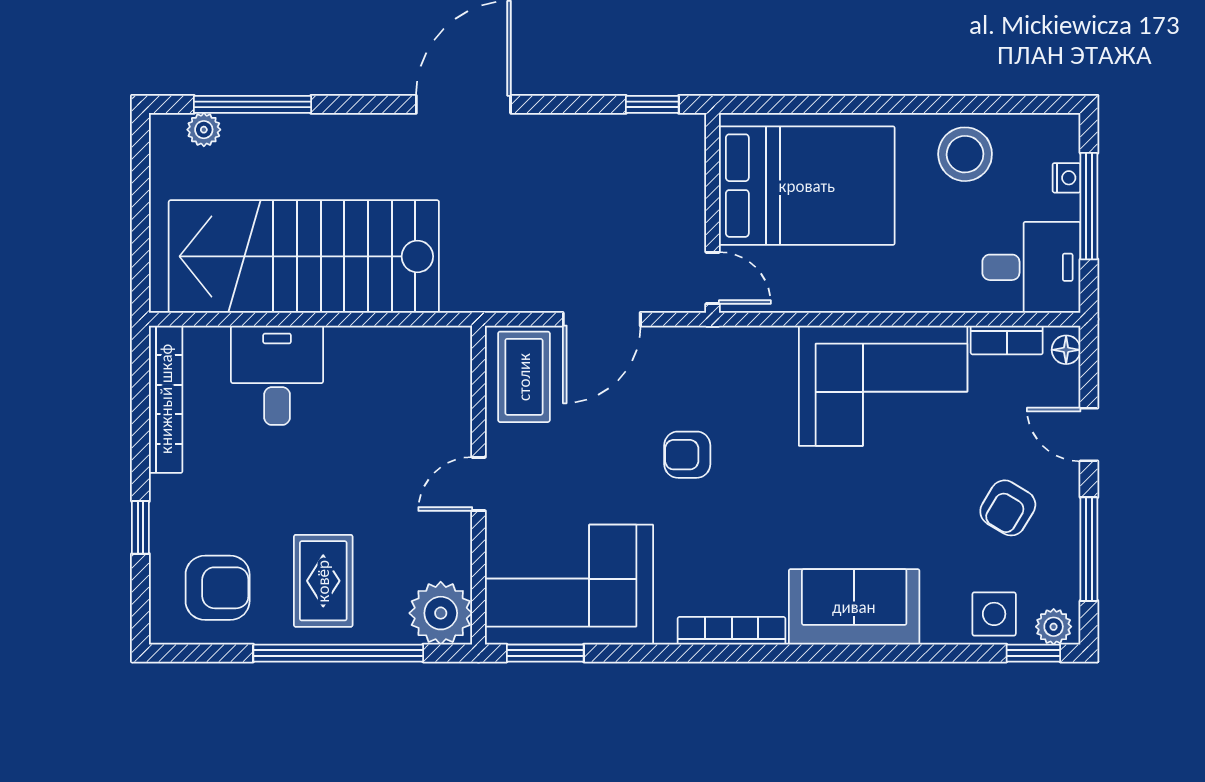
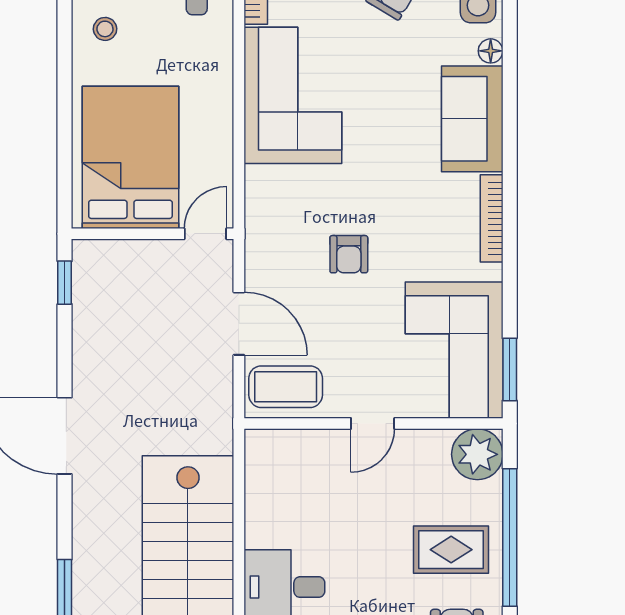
stool: (965, 154) -> (105, 29), width x0.53, depth x0.53
door: (479, 484) -> (373, 424), hinge flipped
floor lamp: (938, 630) -> (491, 51), added

